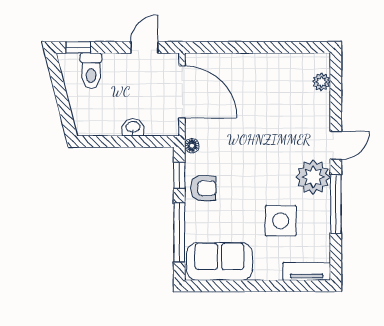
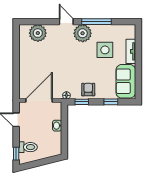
plant: (321, 82) -> (38, 33), width x1.87, depth x1.87
window: (179, 232) -> (111, 102), width x0.46
tv unit: (307, 271) -> (131, 51), moved

